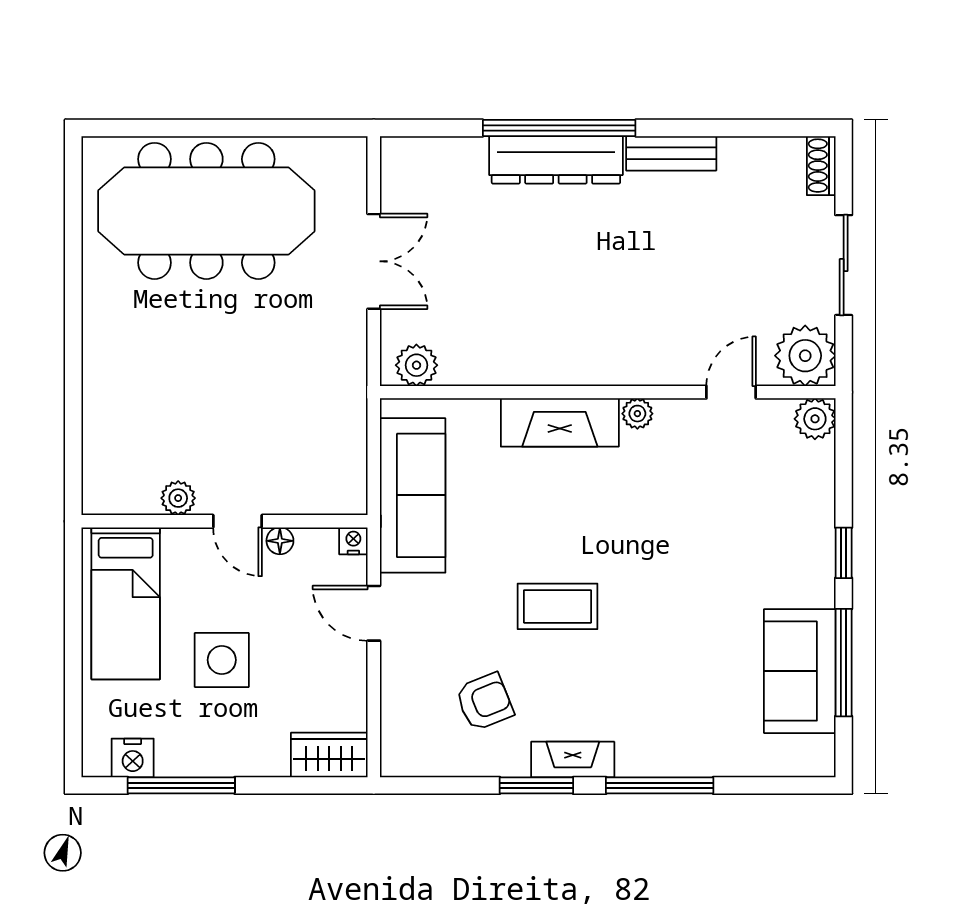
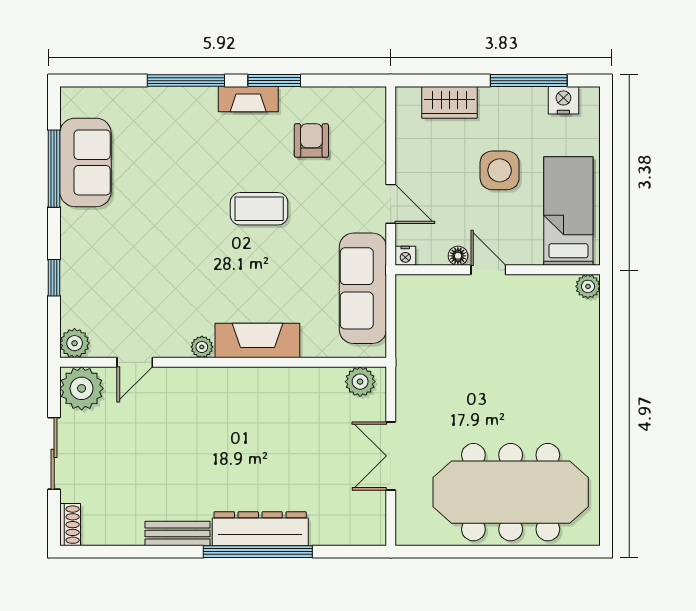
plant: (178, 498) -> (588, 286), moved
window: (844, 553) -> (54, 278), moved
armchair: (484, 702) -> (311, 140), turned 112
wardrobe: (329, 755) -> (450, 102), moved

